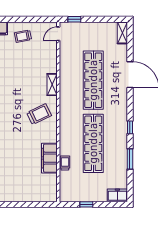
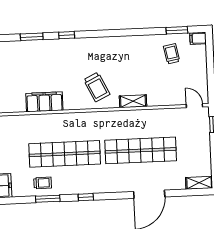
trolley: (23, 36) -> (172, 54), moved
trolley: (65, 163) -> (43, 183), moved

